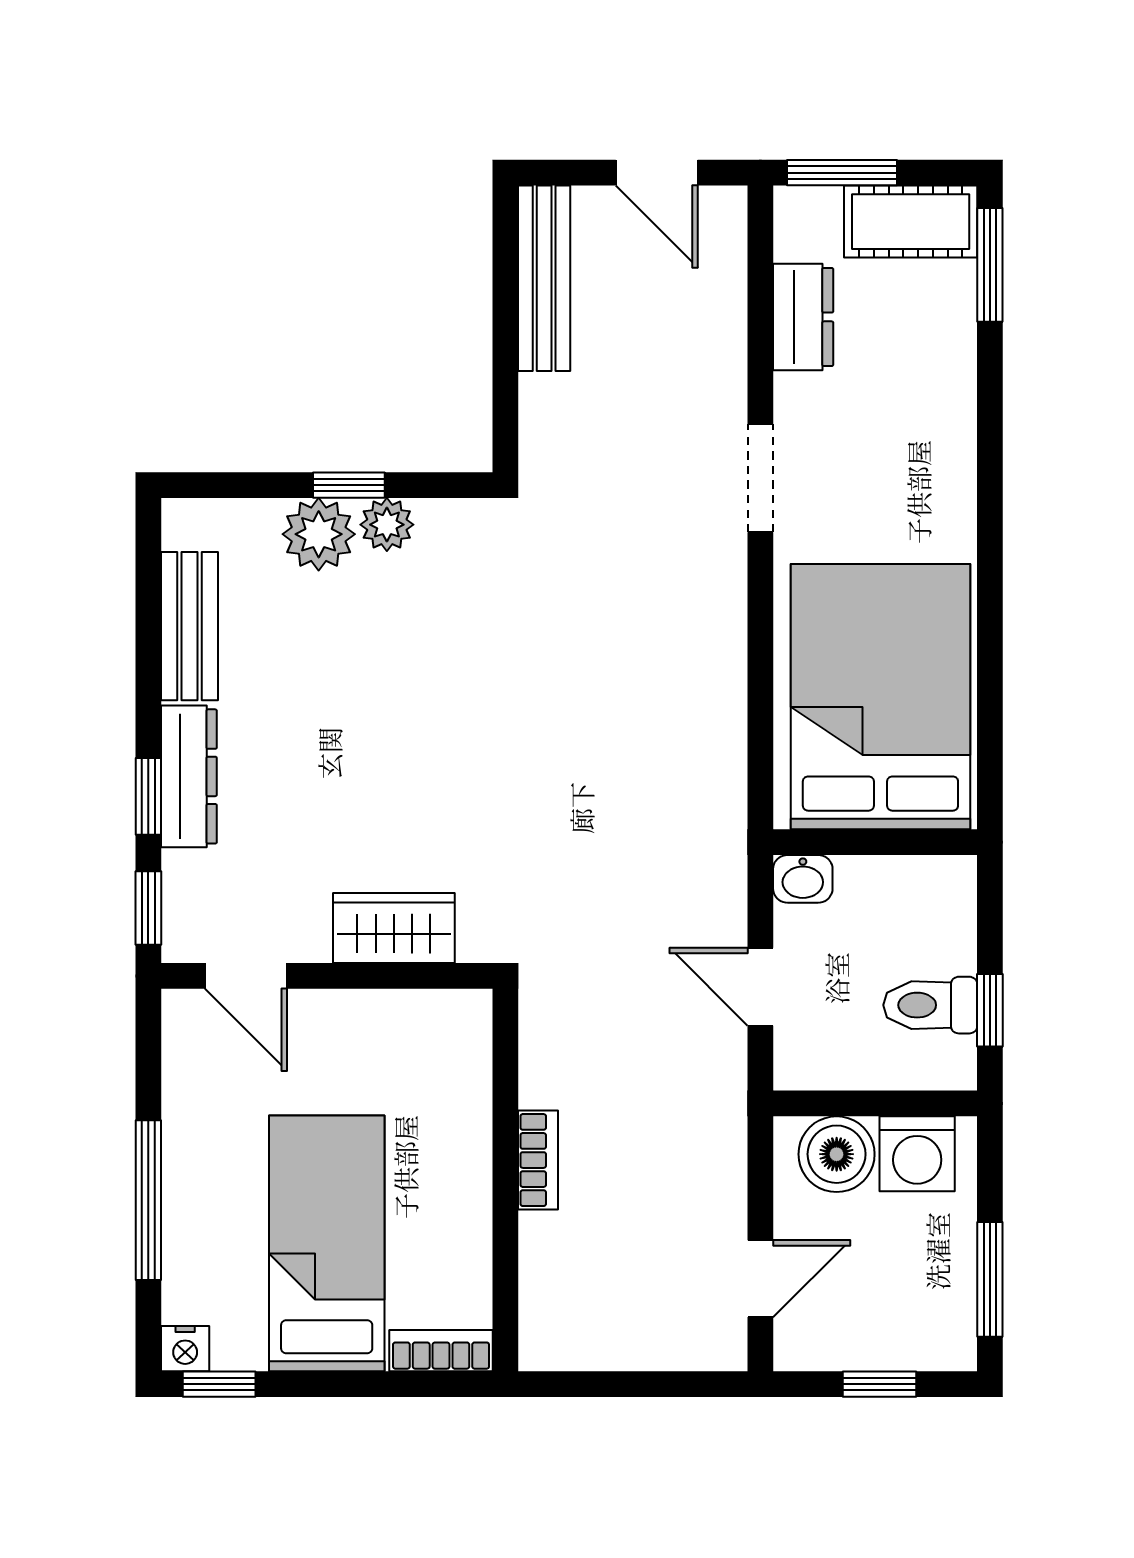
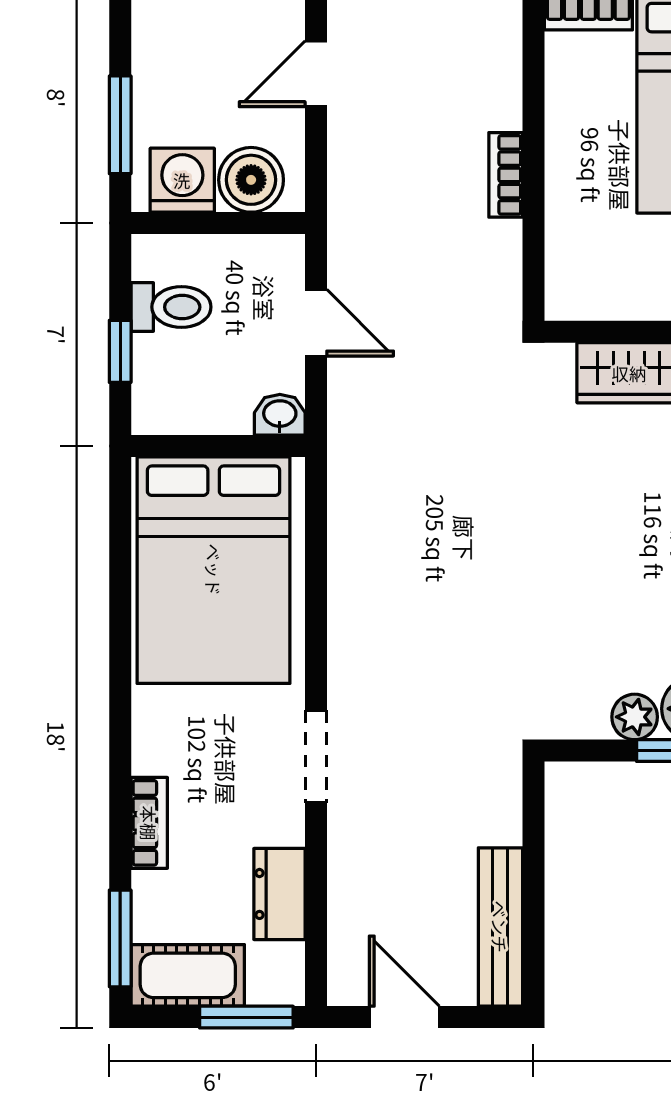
bookcase: (956, 400) -> (149, 823), added
window: (990, 1010) -> (120, 351), moved
window: (990, 1279) -> (120, 125), moved

